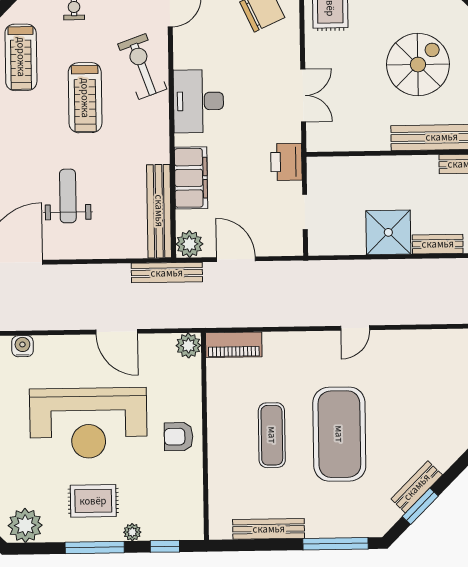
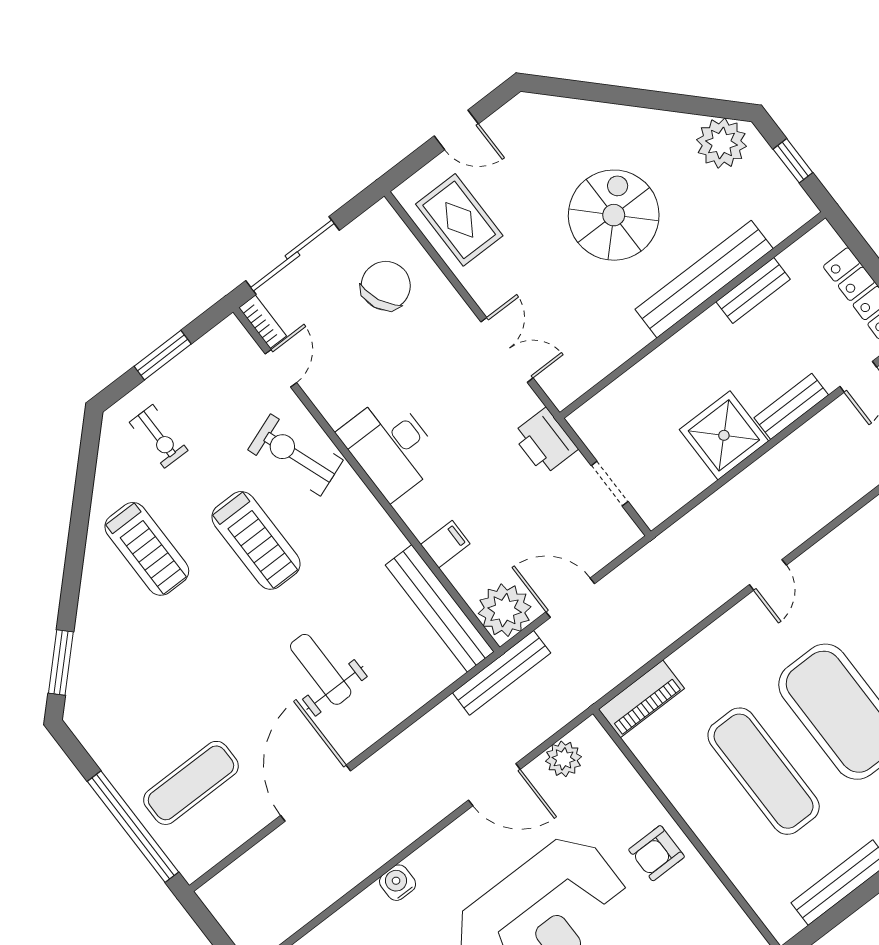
filing cabinet: (191, 178) -> (445, 544), width x0.33, depth x0.86
plant: (189, 244) -> (505, 610), width x1.36, depth x1.36
plant: (188, 346) -> (564, 759), moved
exercise mat: (272, 435) -> (764, 771), width x1.36, depth x1.45

